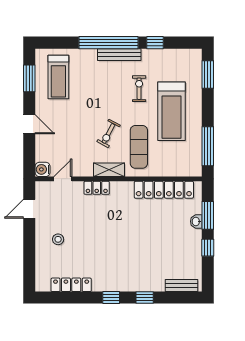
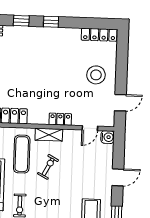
door: (29, 124) -> (118, 177), swing flipped
stool: (58, 239) -> (96, 75), width x1.89, depth x1.89
locker: (71, 285) -> (99, 35), moved

